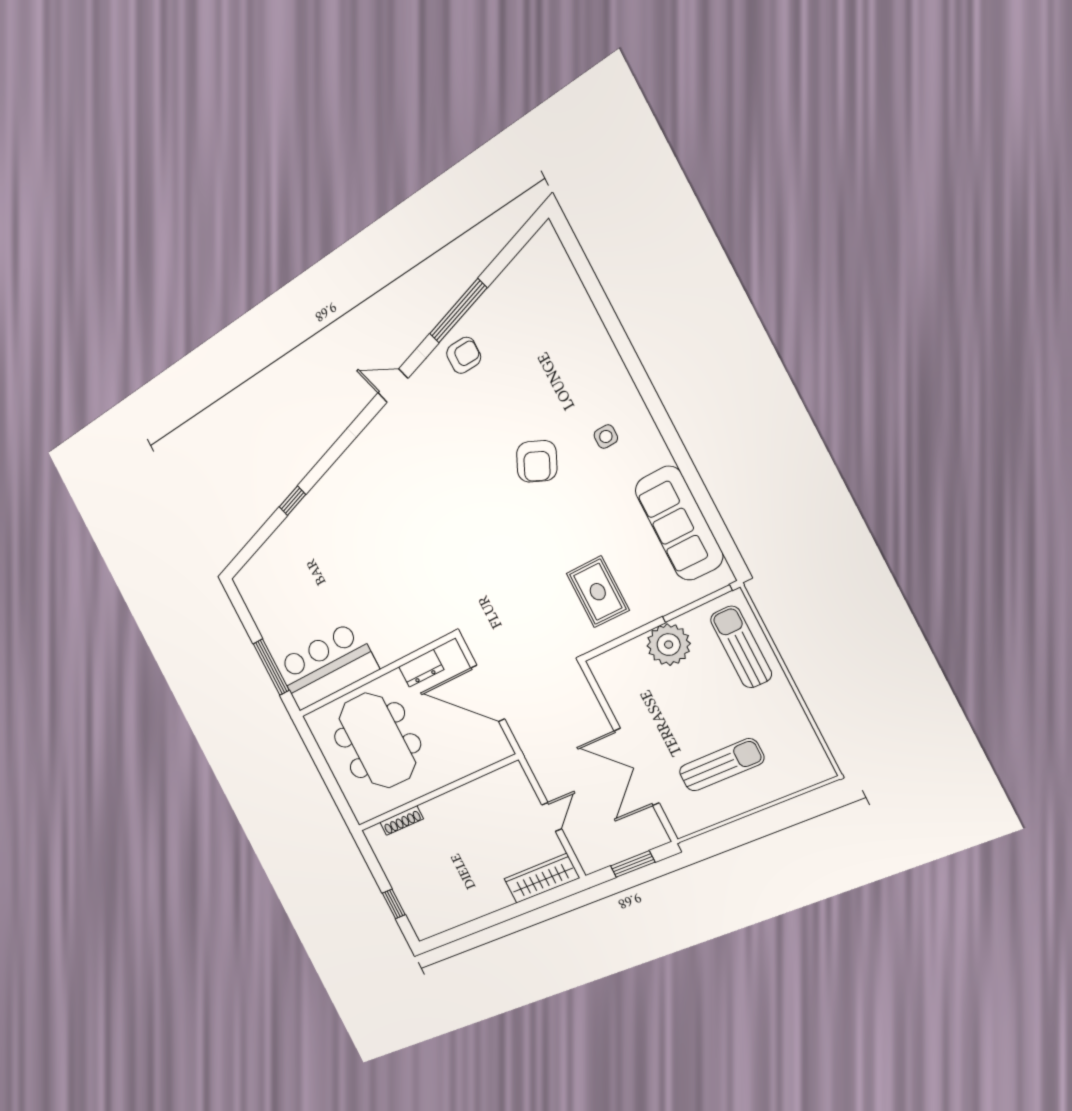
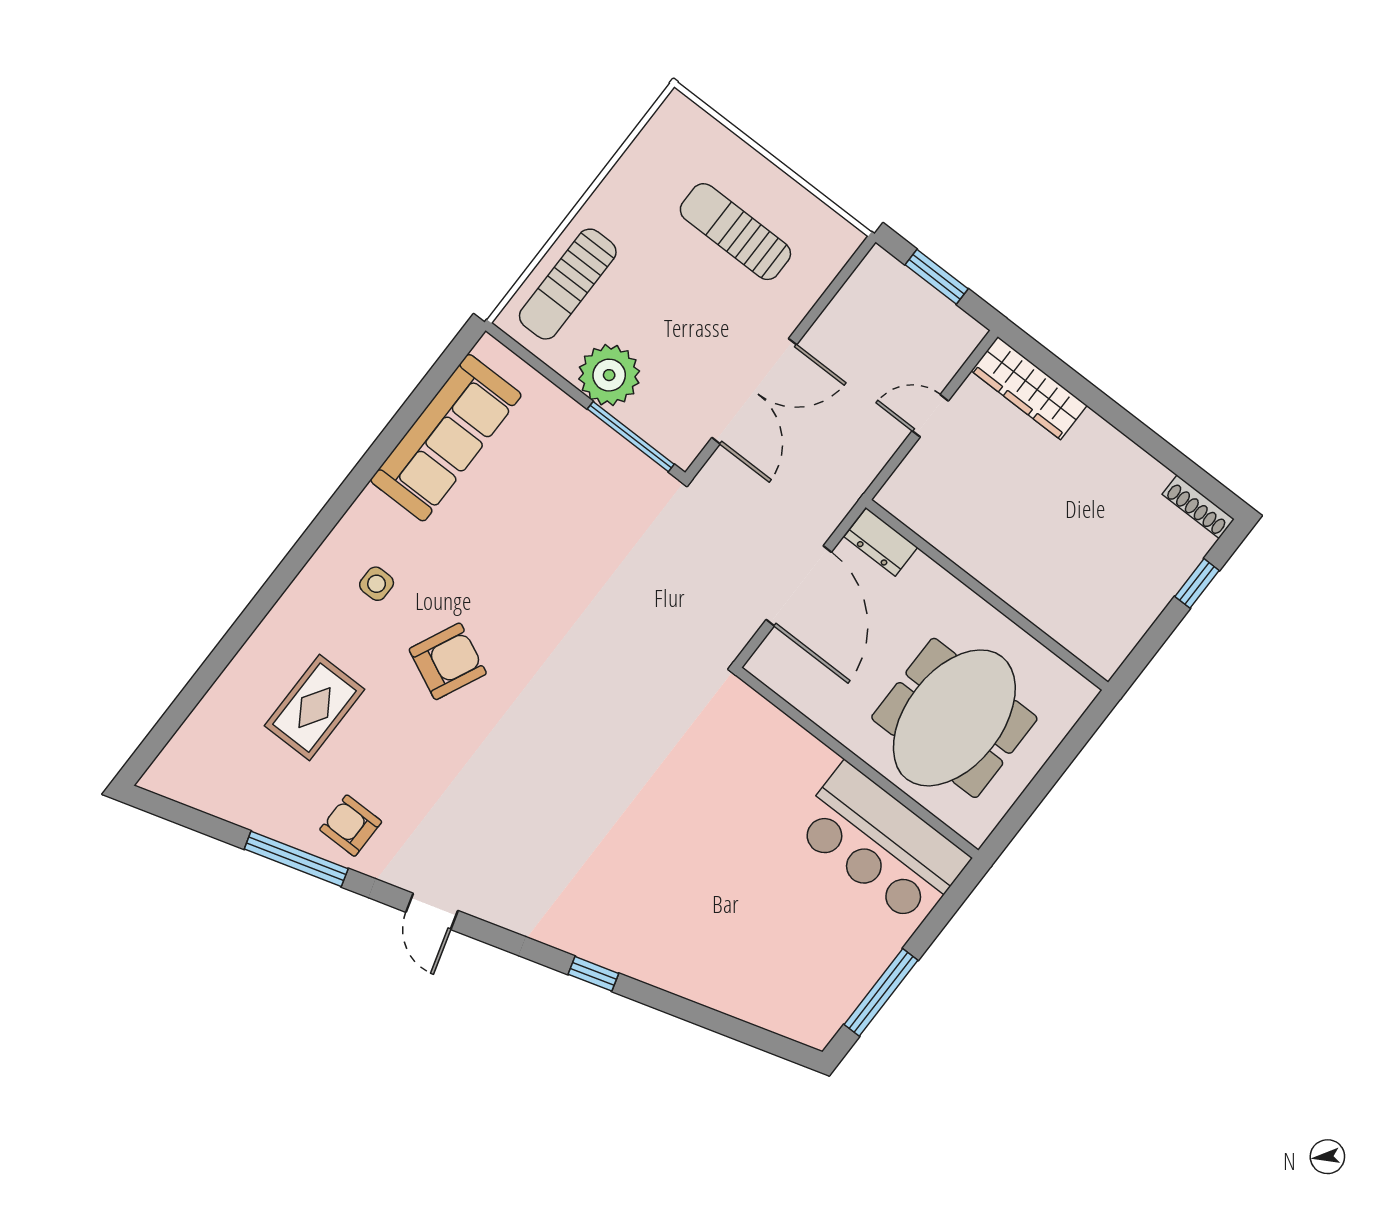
window: (292, 501) -> (593, 974), moved
rug: (598, 592) -> (315, 708), moved
window: (697, 604) -> (631, 437), moved
window: (271, 667) -> (881, 992), moved
dresser: (421, 668) -> (881, 542), moved, turned 180
double door: (637, 767) -> (754, 391), moved
shoe rack: (402, 821) -> (1198, 507), moved, turned 180

